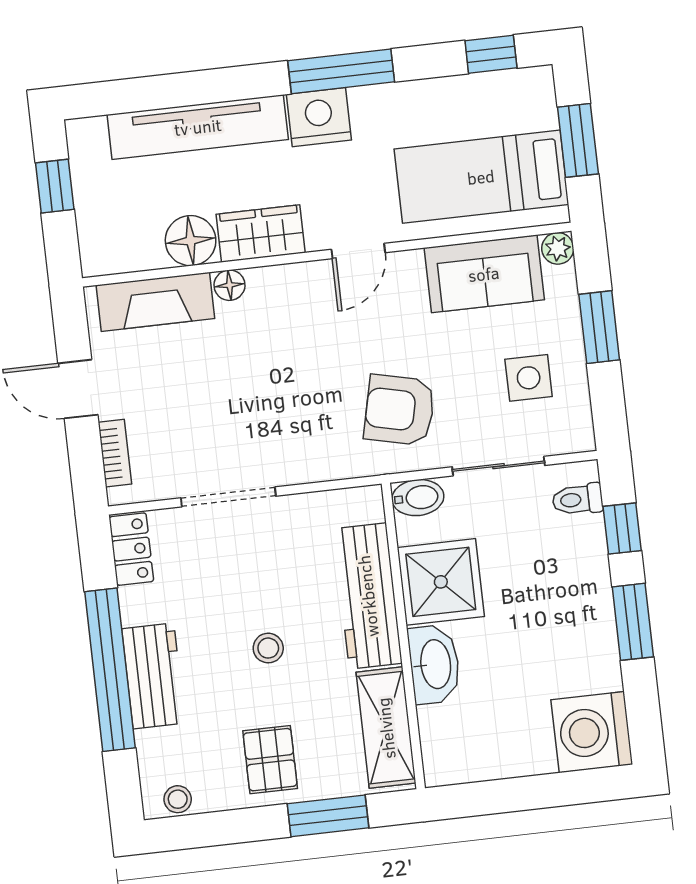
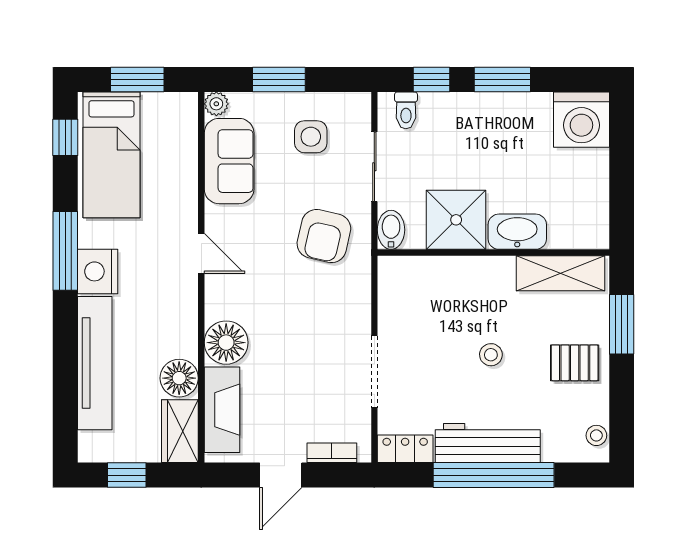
bed: (481, 177) -> (111, 155), moved
wardrobe: (261, 234) -> (180, 431), moved
floor lamp: (229, 285) -> (226, 343), width x1.89, depth x1.89
workbench: (368, 596) -> (460, 276), removed
workbench: (153, 676) -> (488, 443), width x1.38

